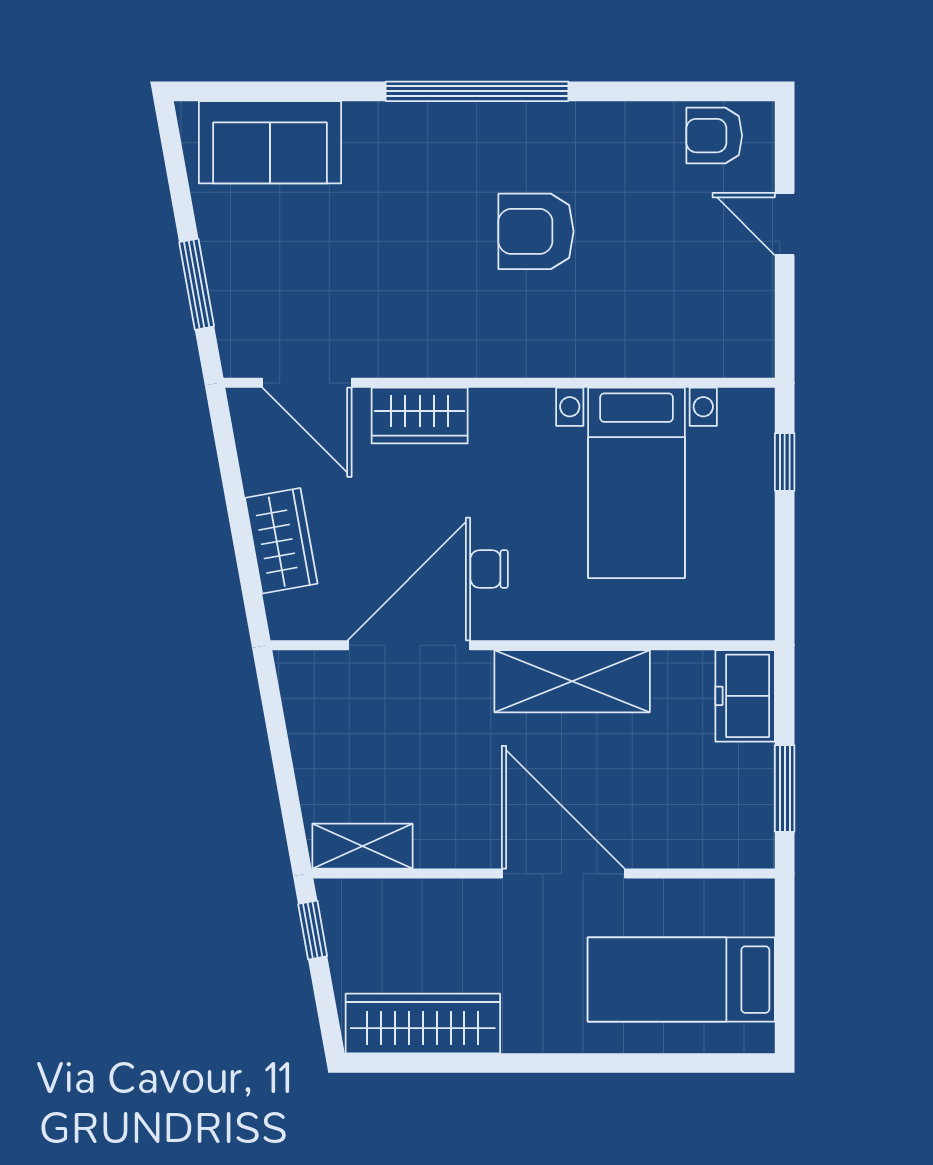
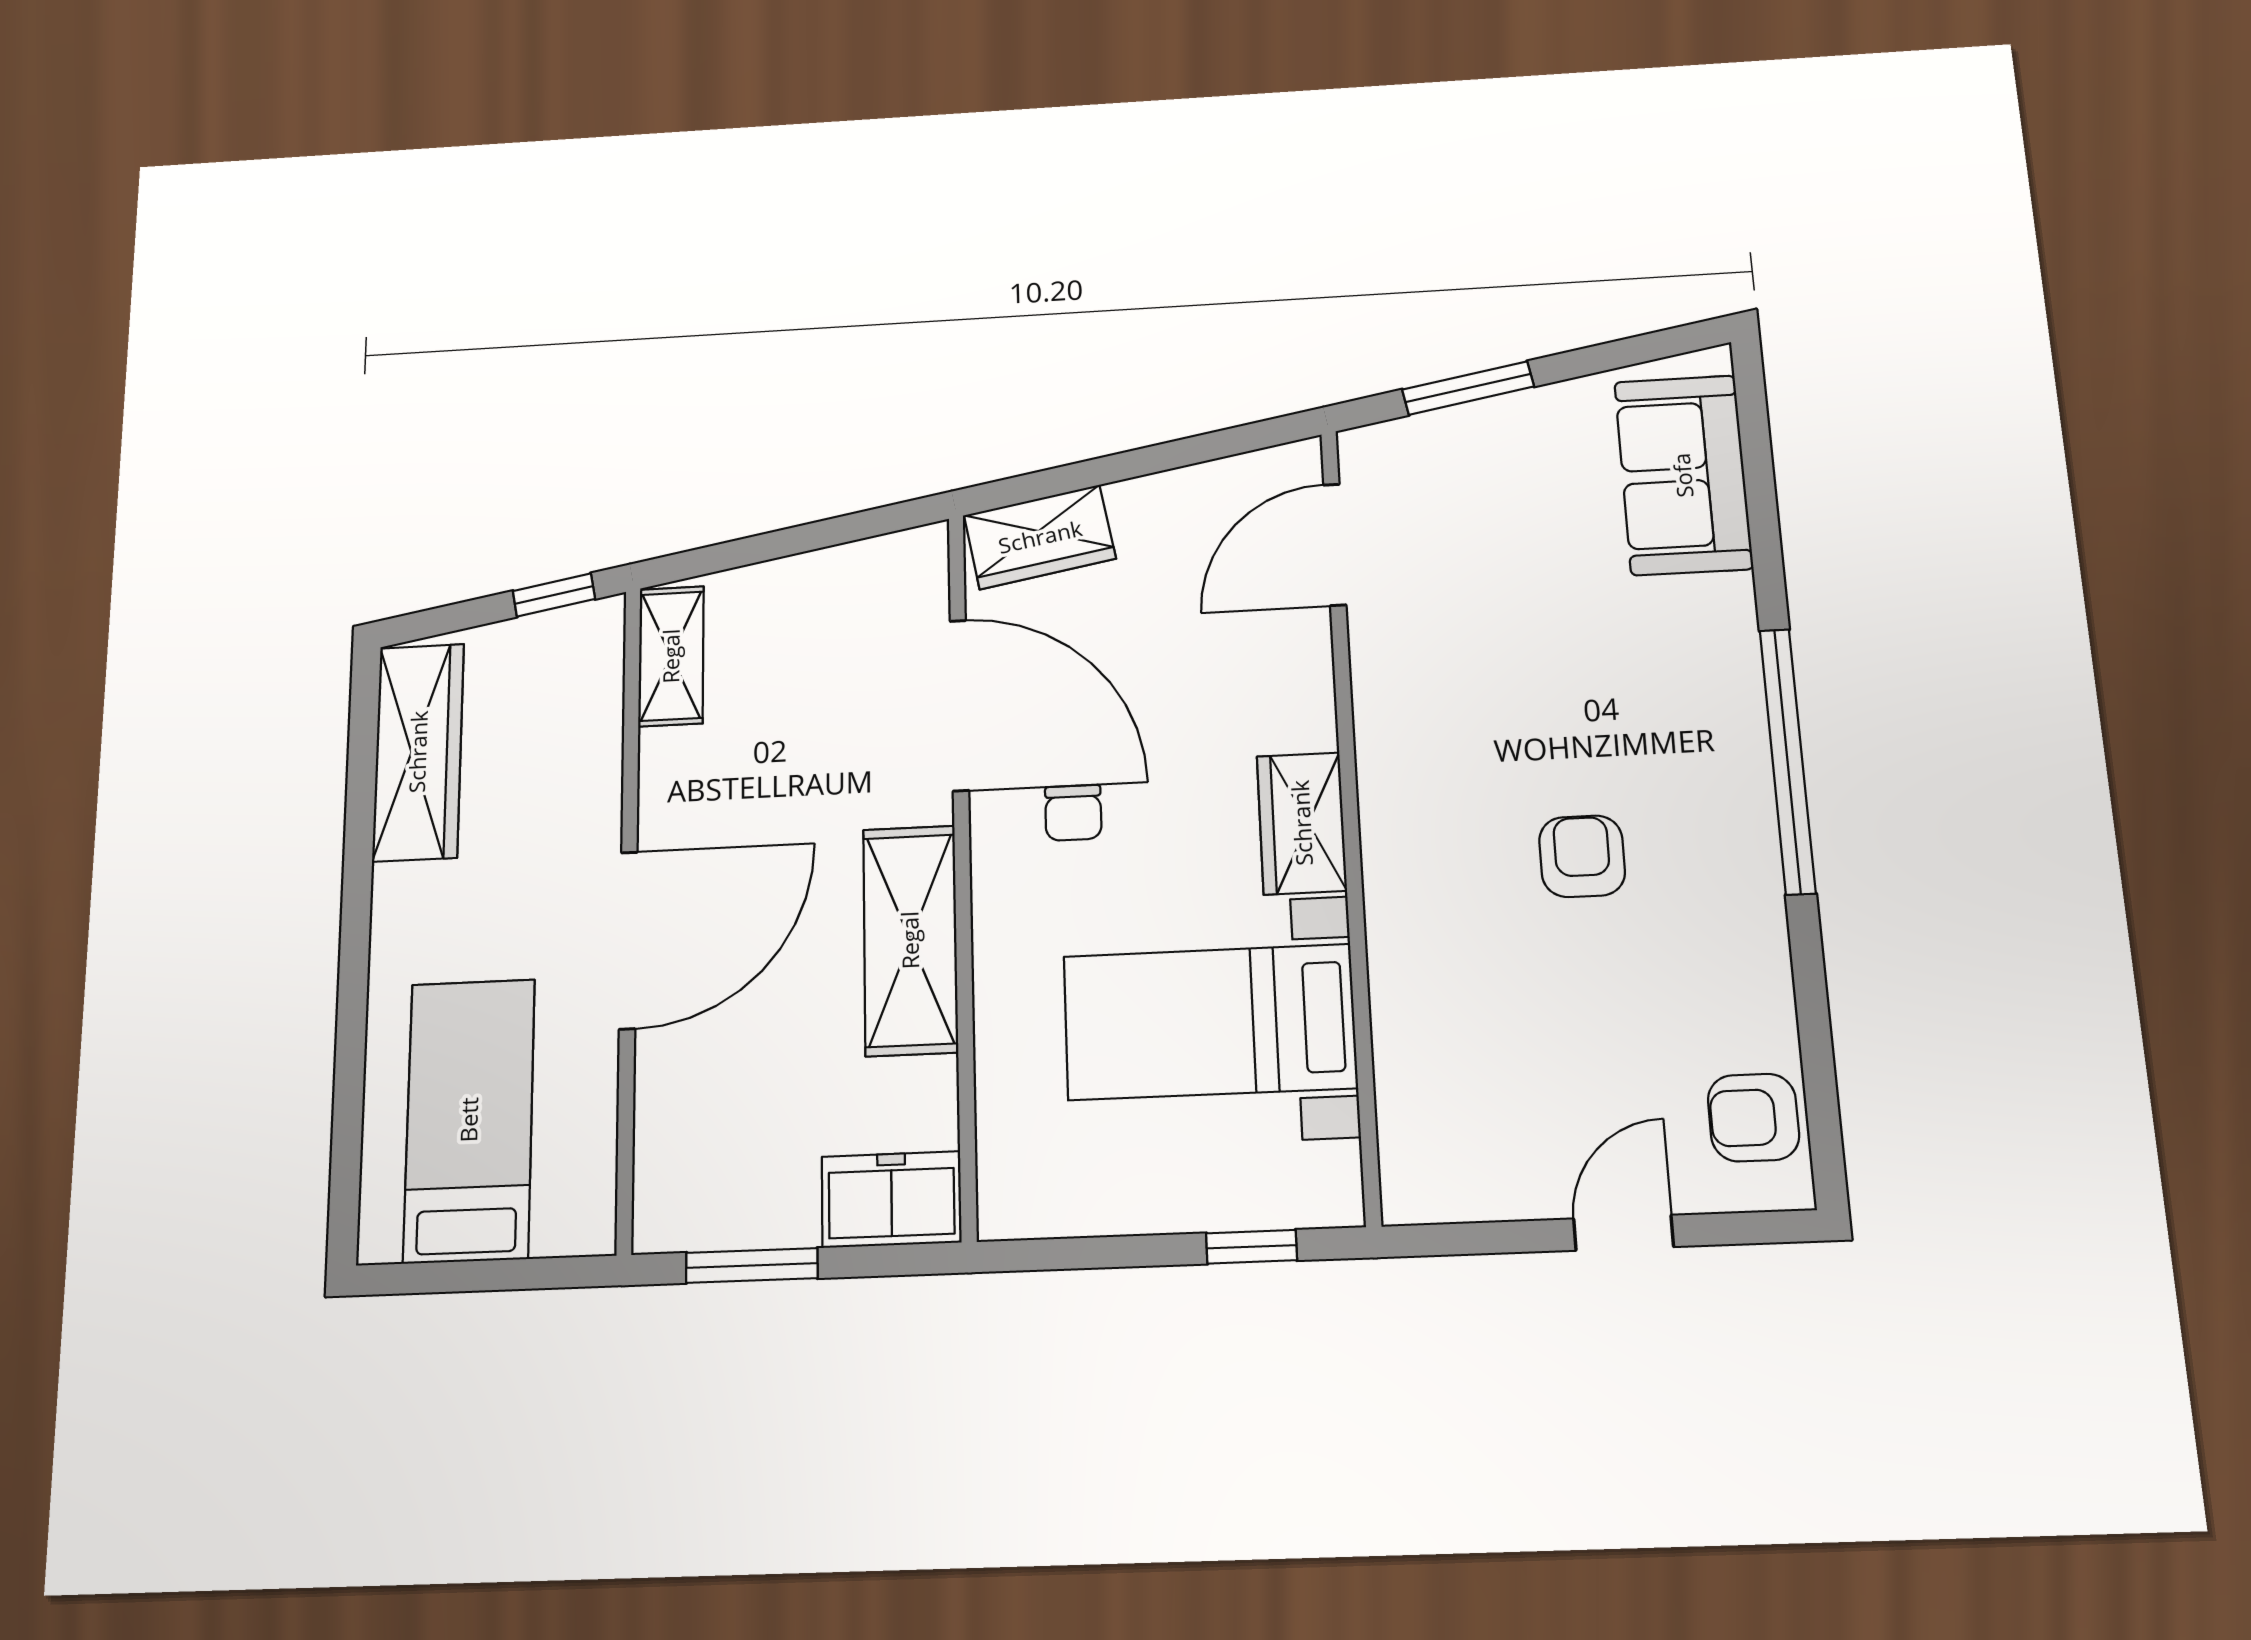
armchair: (714, 136) -> (1753, 1118), turned -90
armchair: (536, 231) -> (1582, 856), width x0.72, depth x0.72
wardrobe: (420, 416) -> (1302, 823), moved
wardrobe: (281, 541) -> (1040, 537), moved
chair: (489, 569) -> (1073, 813), turned 180

